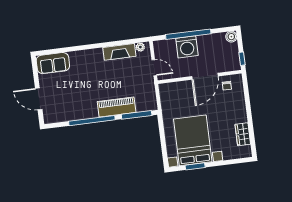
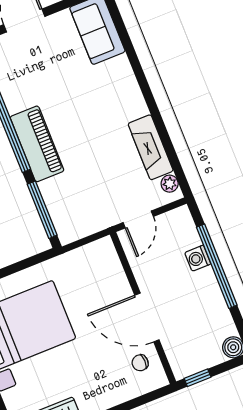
washing machine: (187, 47) -> (198, 258), width x0.53, depth x0.53
piano: (117, 107) -> (37, 144), moved

